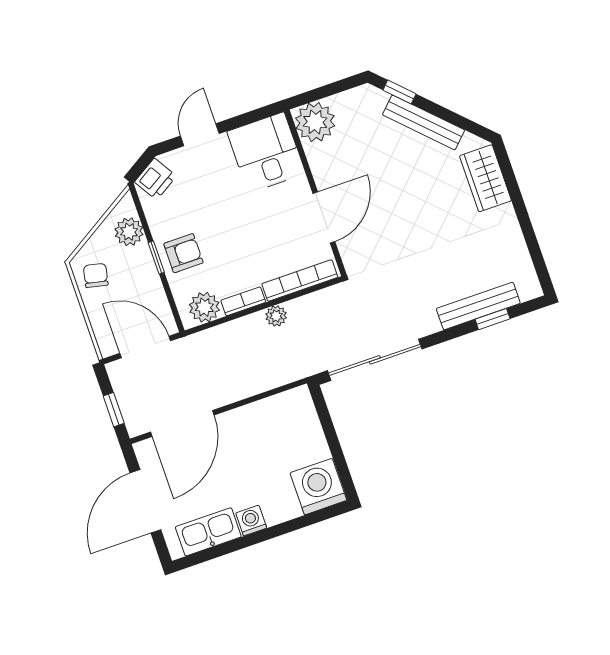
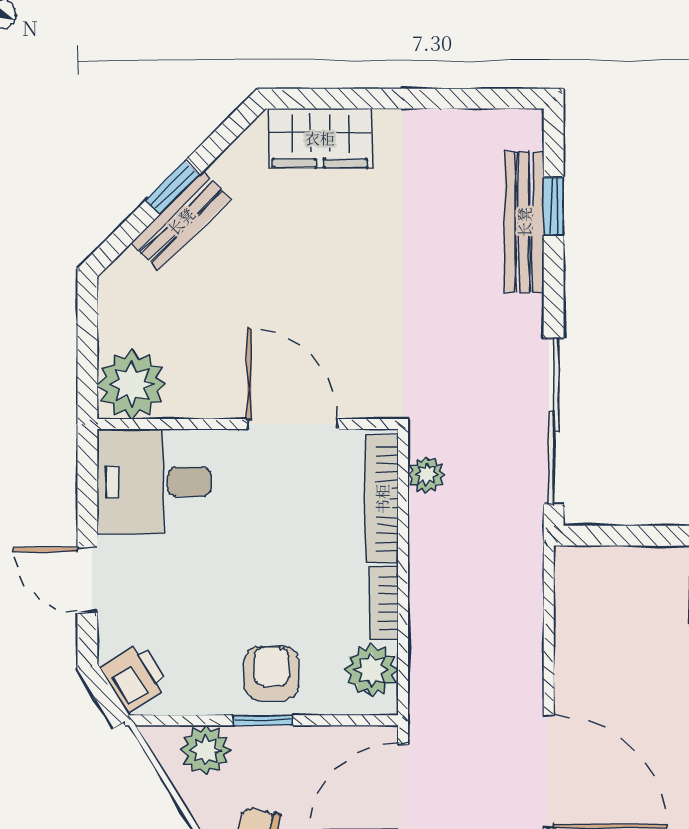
window: (399, 92) -> (173, 187), moved
bench: (424, 122) -> (181, 221), width x0.73
plant: (276, 316) -> (426, 475), moved

